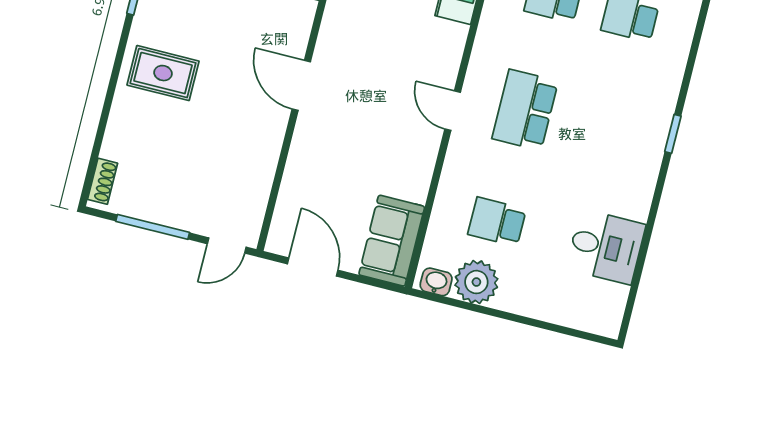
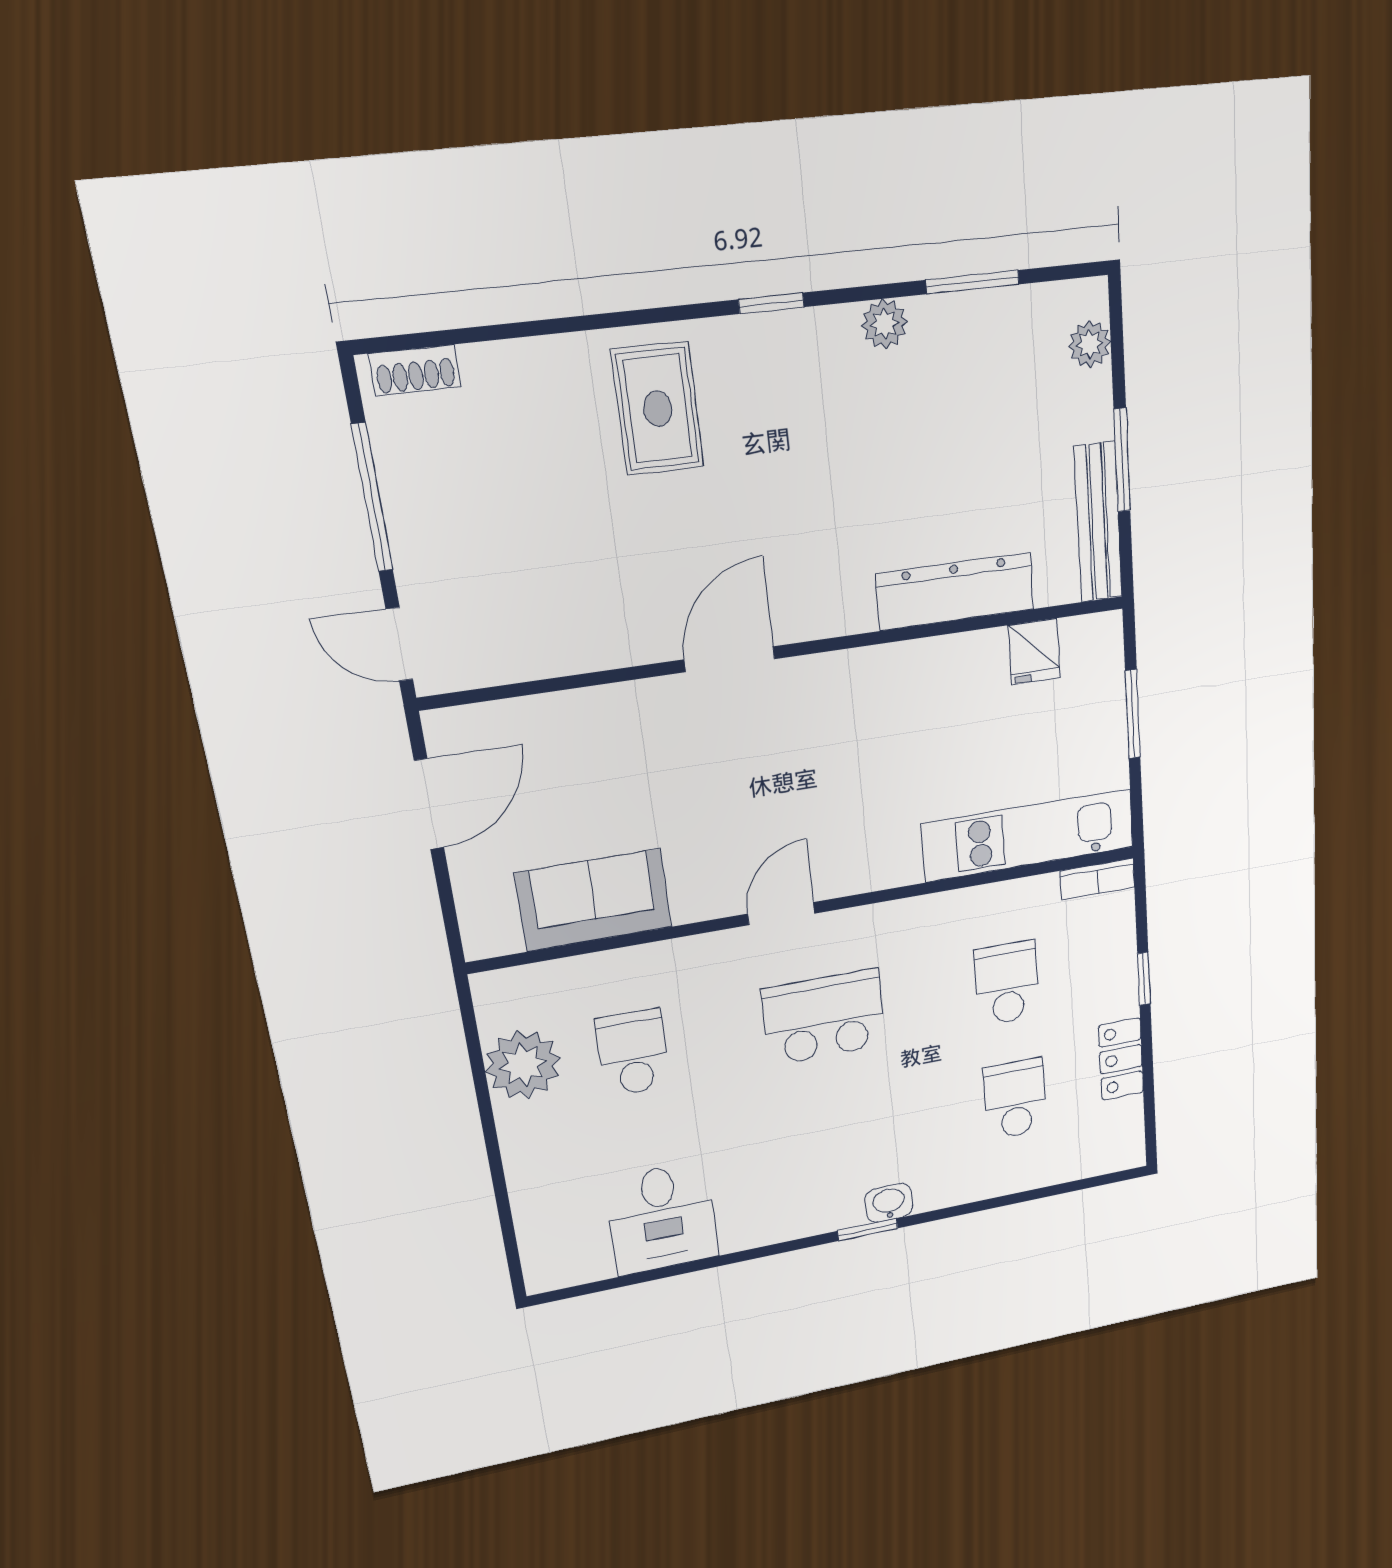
sofa: (392, 241) -> (594, 900), moved
washbasin: (436, 282) -> (889, 1203), moved, turned -90

